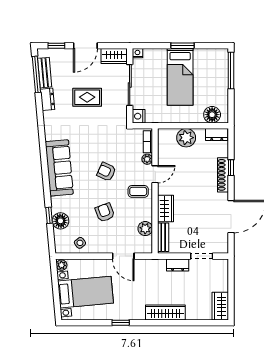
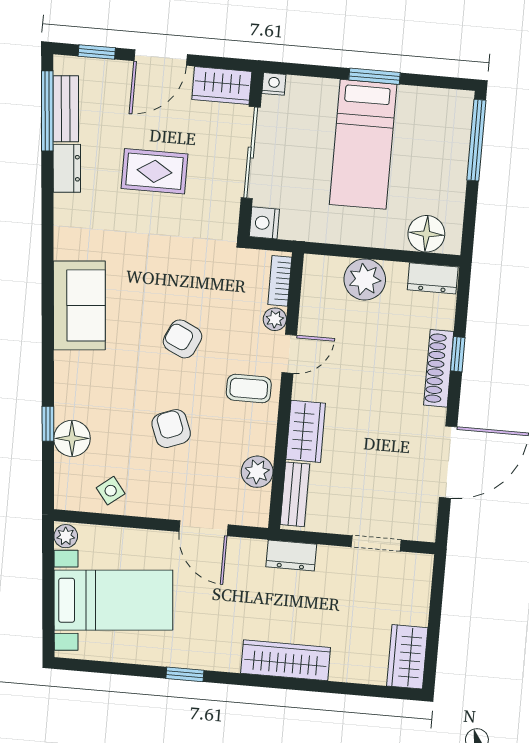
sofa: (59, 168) -> (79, 305), width x0.73
dresser: (178, 265) -> (291, 555), moved

